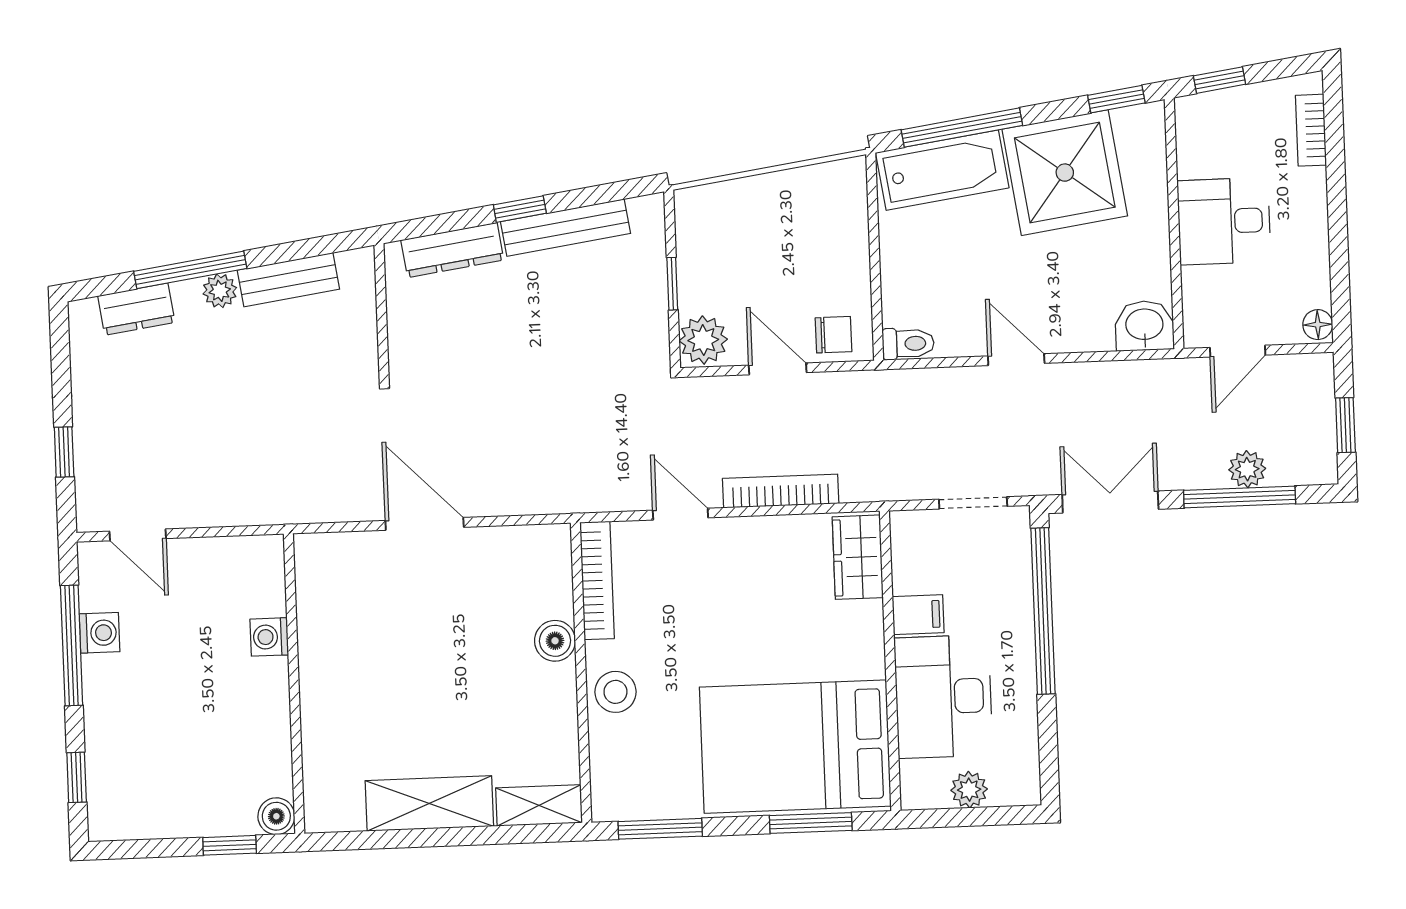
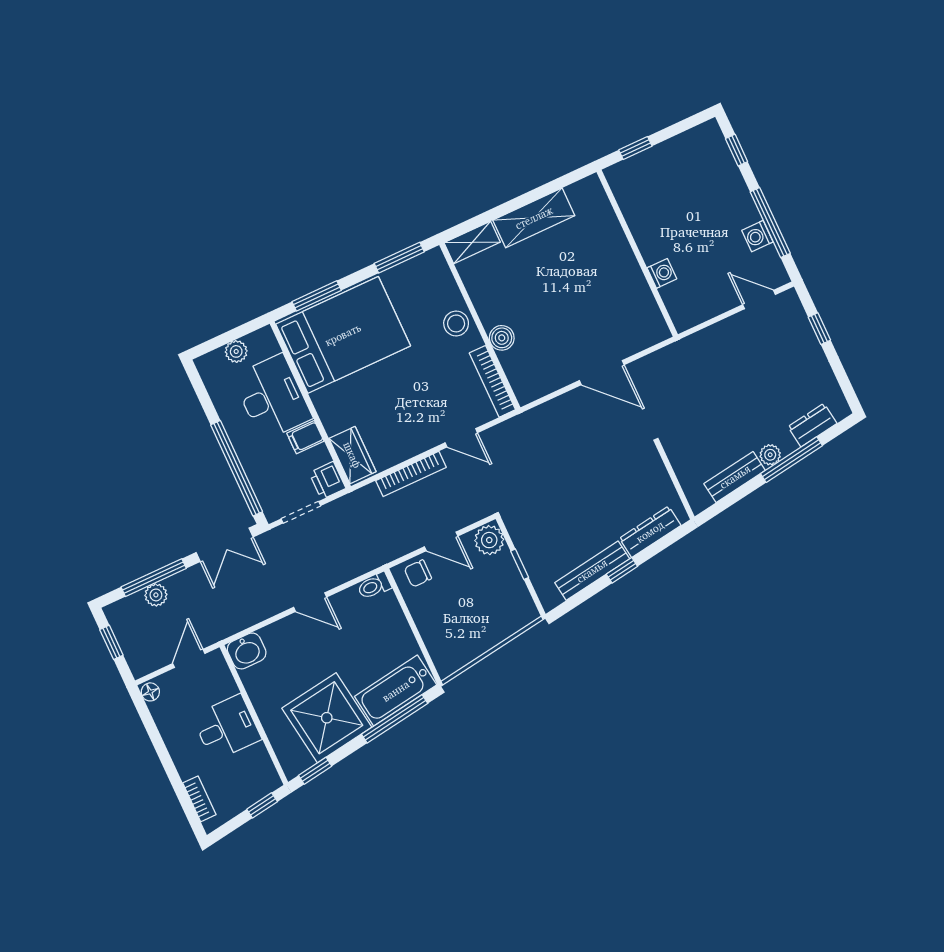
printer: (912, 534) -> (327, 481), added
boiler: (276, 816) -> (616, 175), removed

